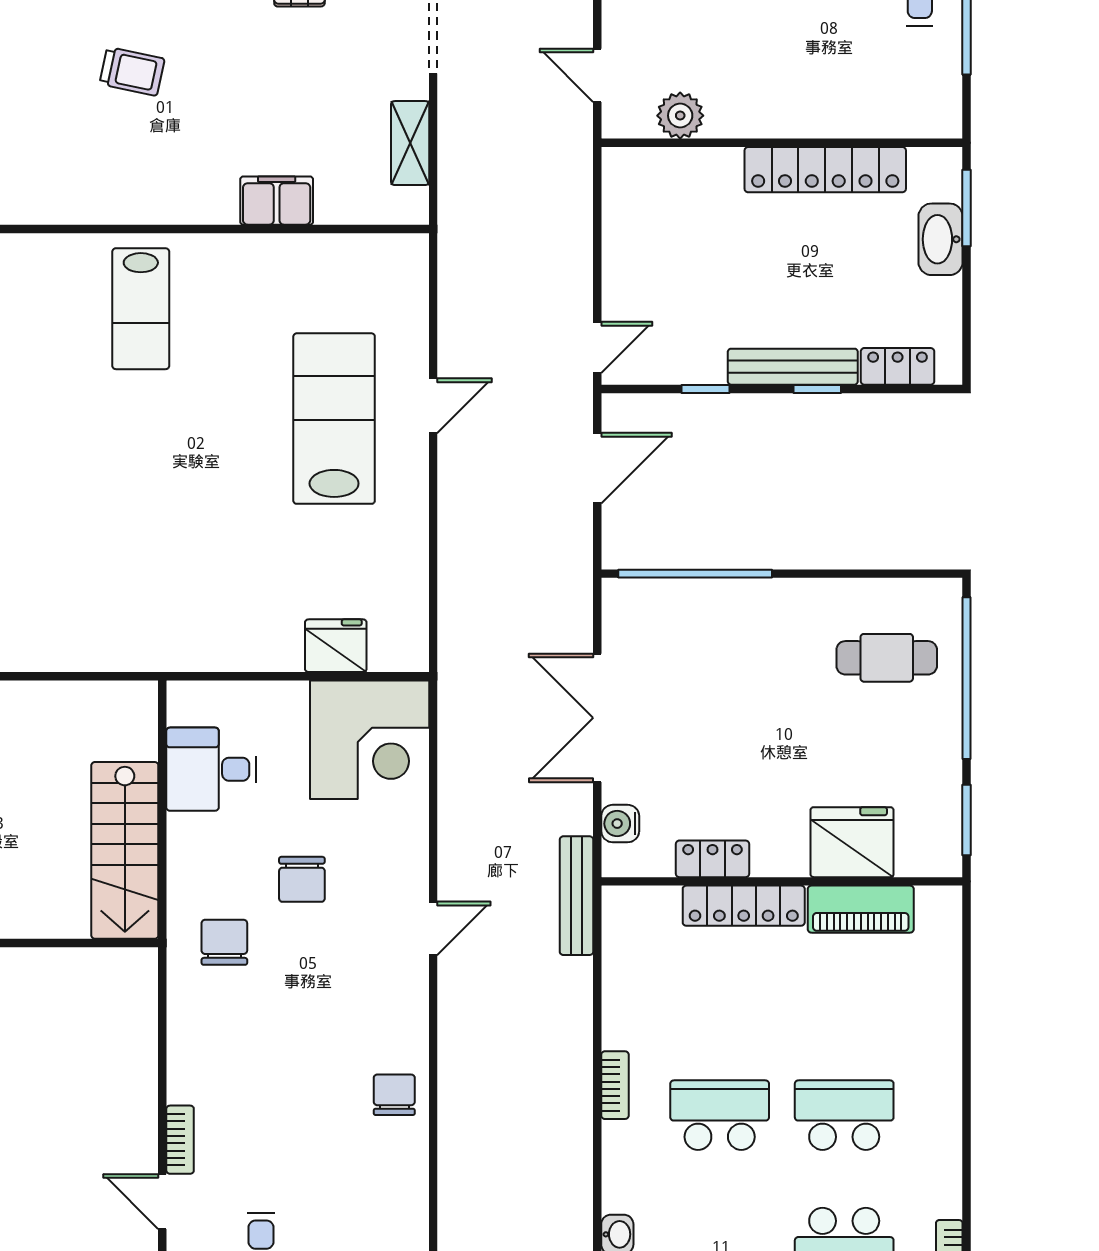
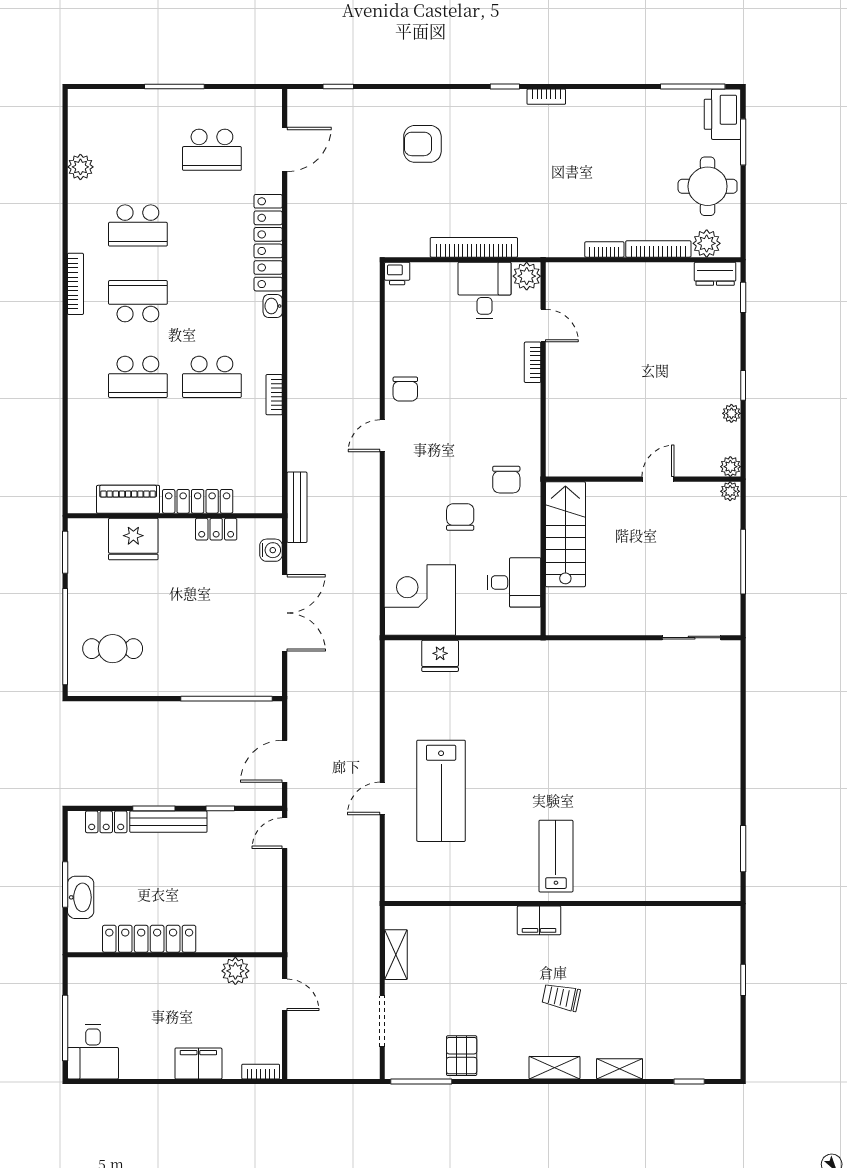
filing cabinet: (277, 201) -> (539, 920), moved
window: (967, 208) -> (65, 885), moved
window: (817, 389) -> (154, 808), width x1.50
door: (433, 928) -> (382, 436), moved

